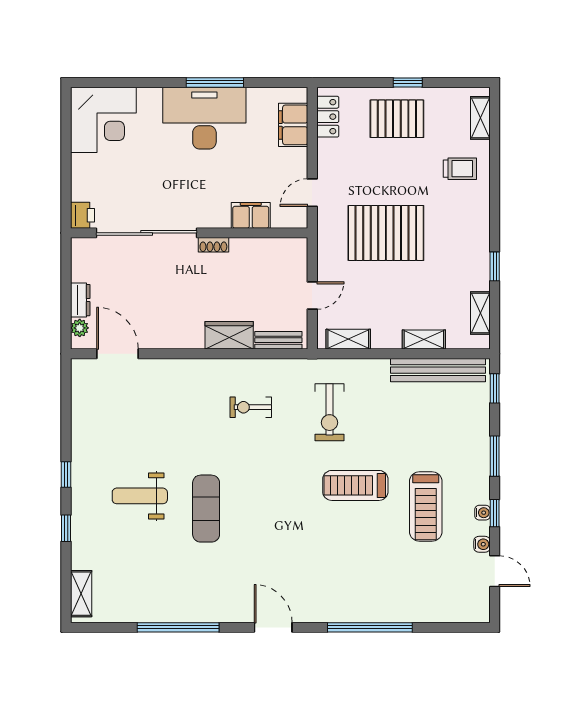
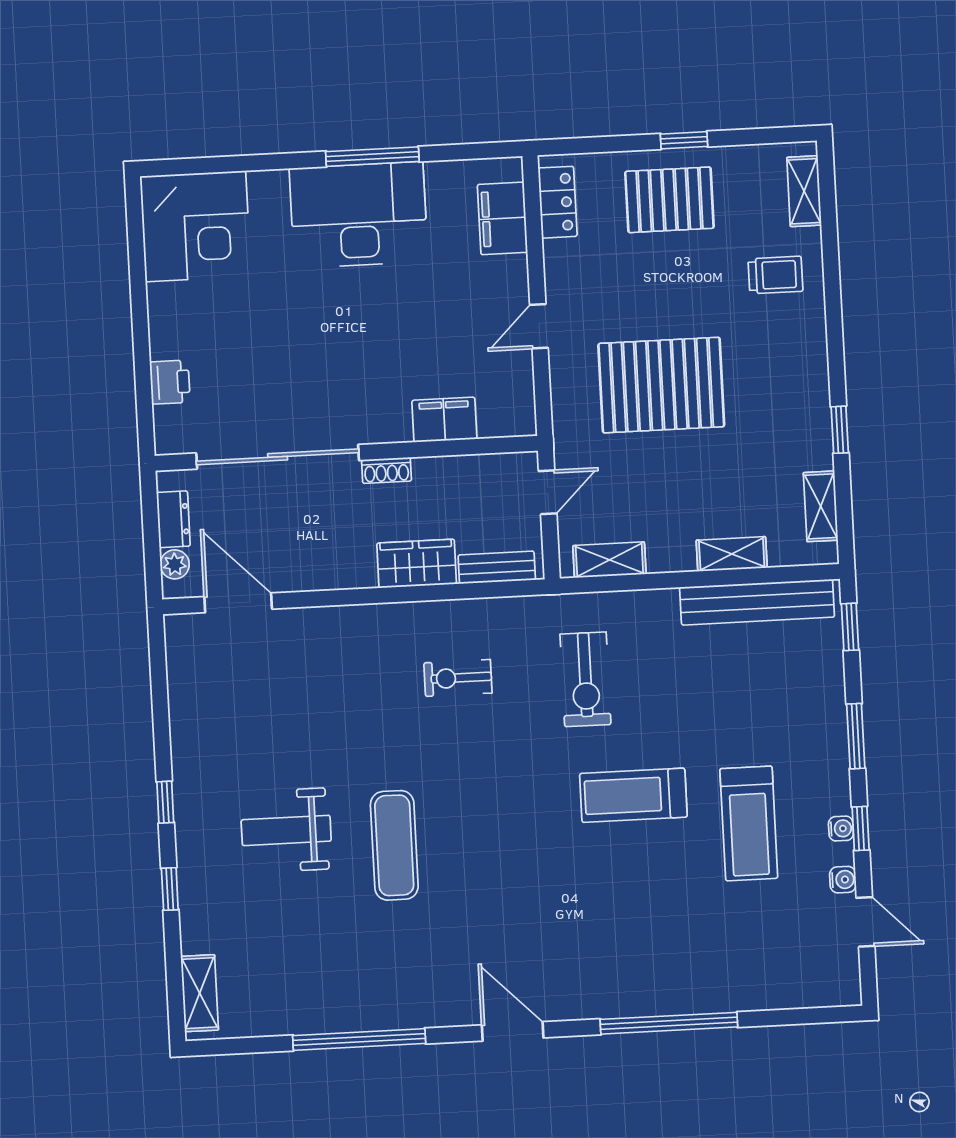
filing cabinet: (251, 215) -> (444, 420), moved
sliding door: (147, 233) -> (278, 457), moved
wall: (189, 233) -> (346, 453), moved
shoe rack: (213, 245) -> (387, 470), moved

